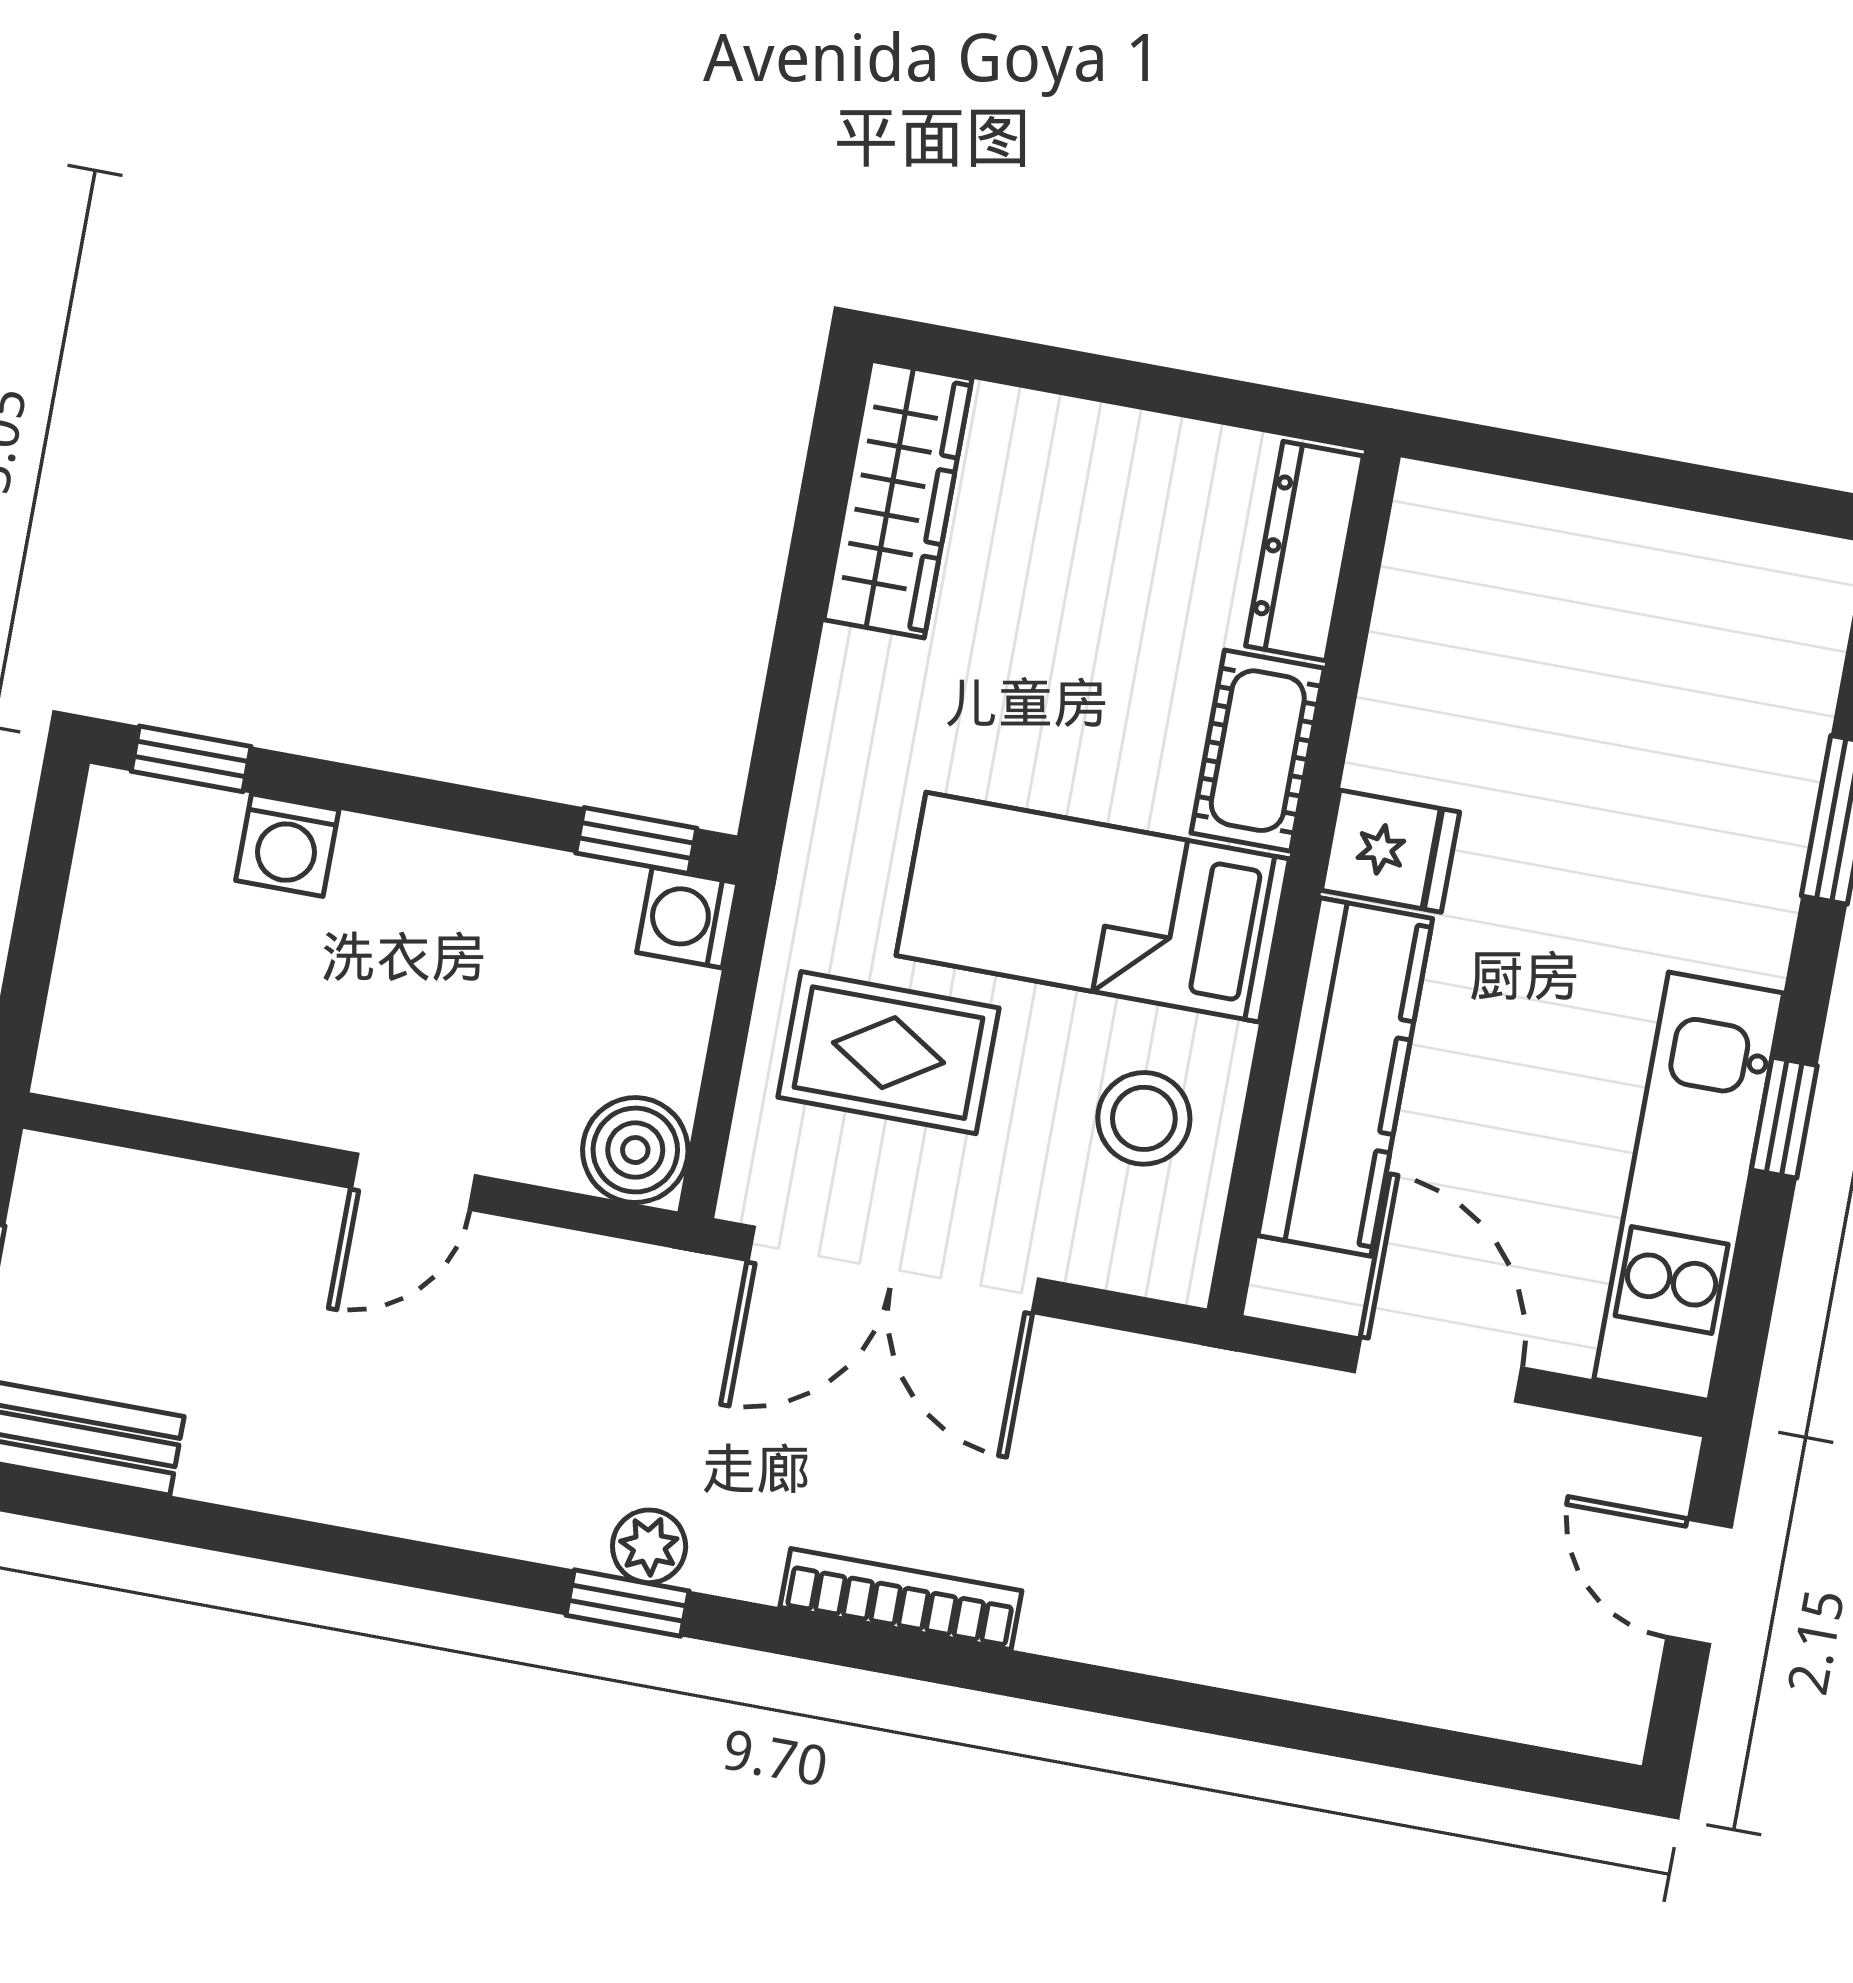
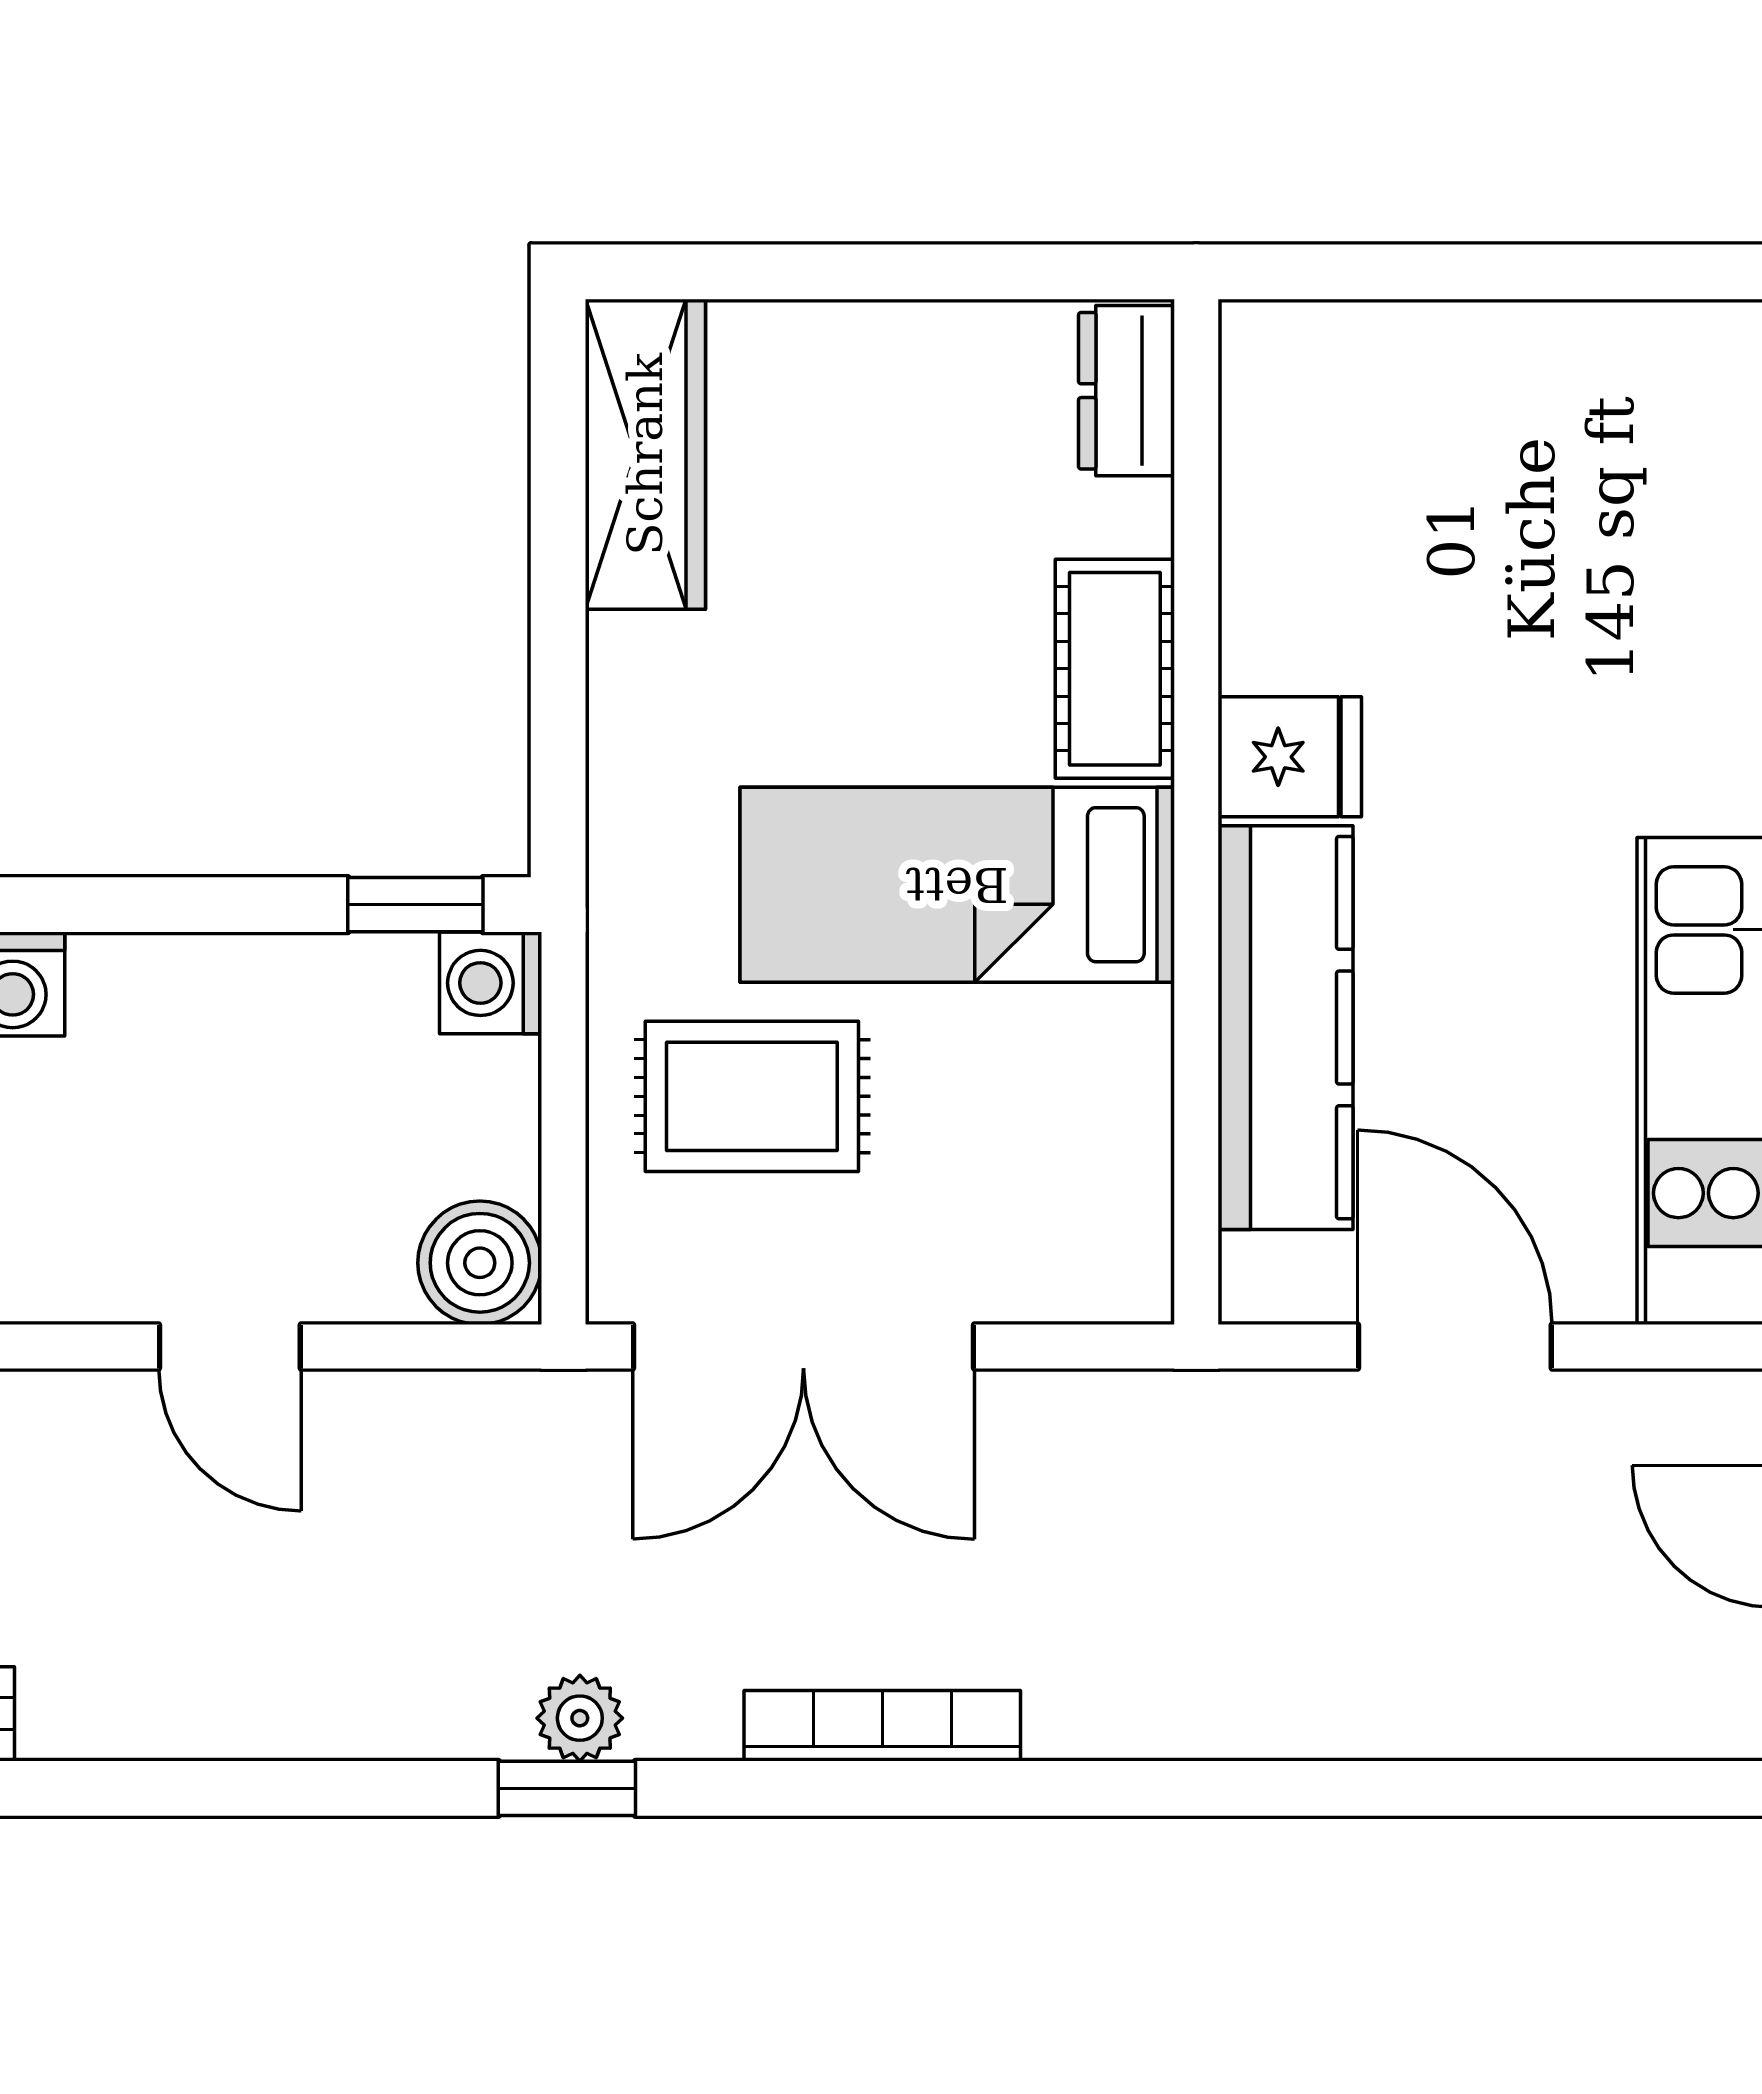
dresser: (1304, 551) -> (1127, 391), width x0.70
stool: (1144, 1118) -> (1061, 1118), removed
door: (413, 1182) -> (230, 1346), hinge flipped

